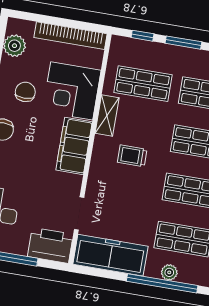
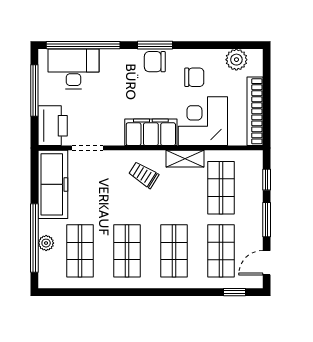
trolley: (132, 156) -> (144, 175), moved, turned -58

